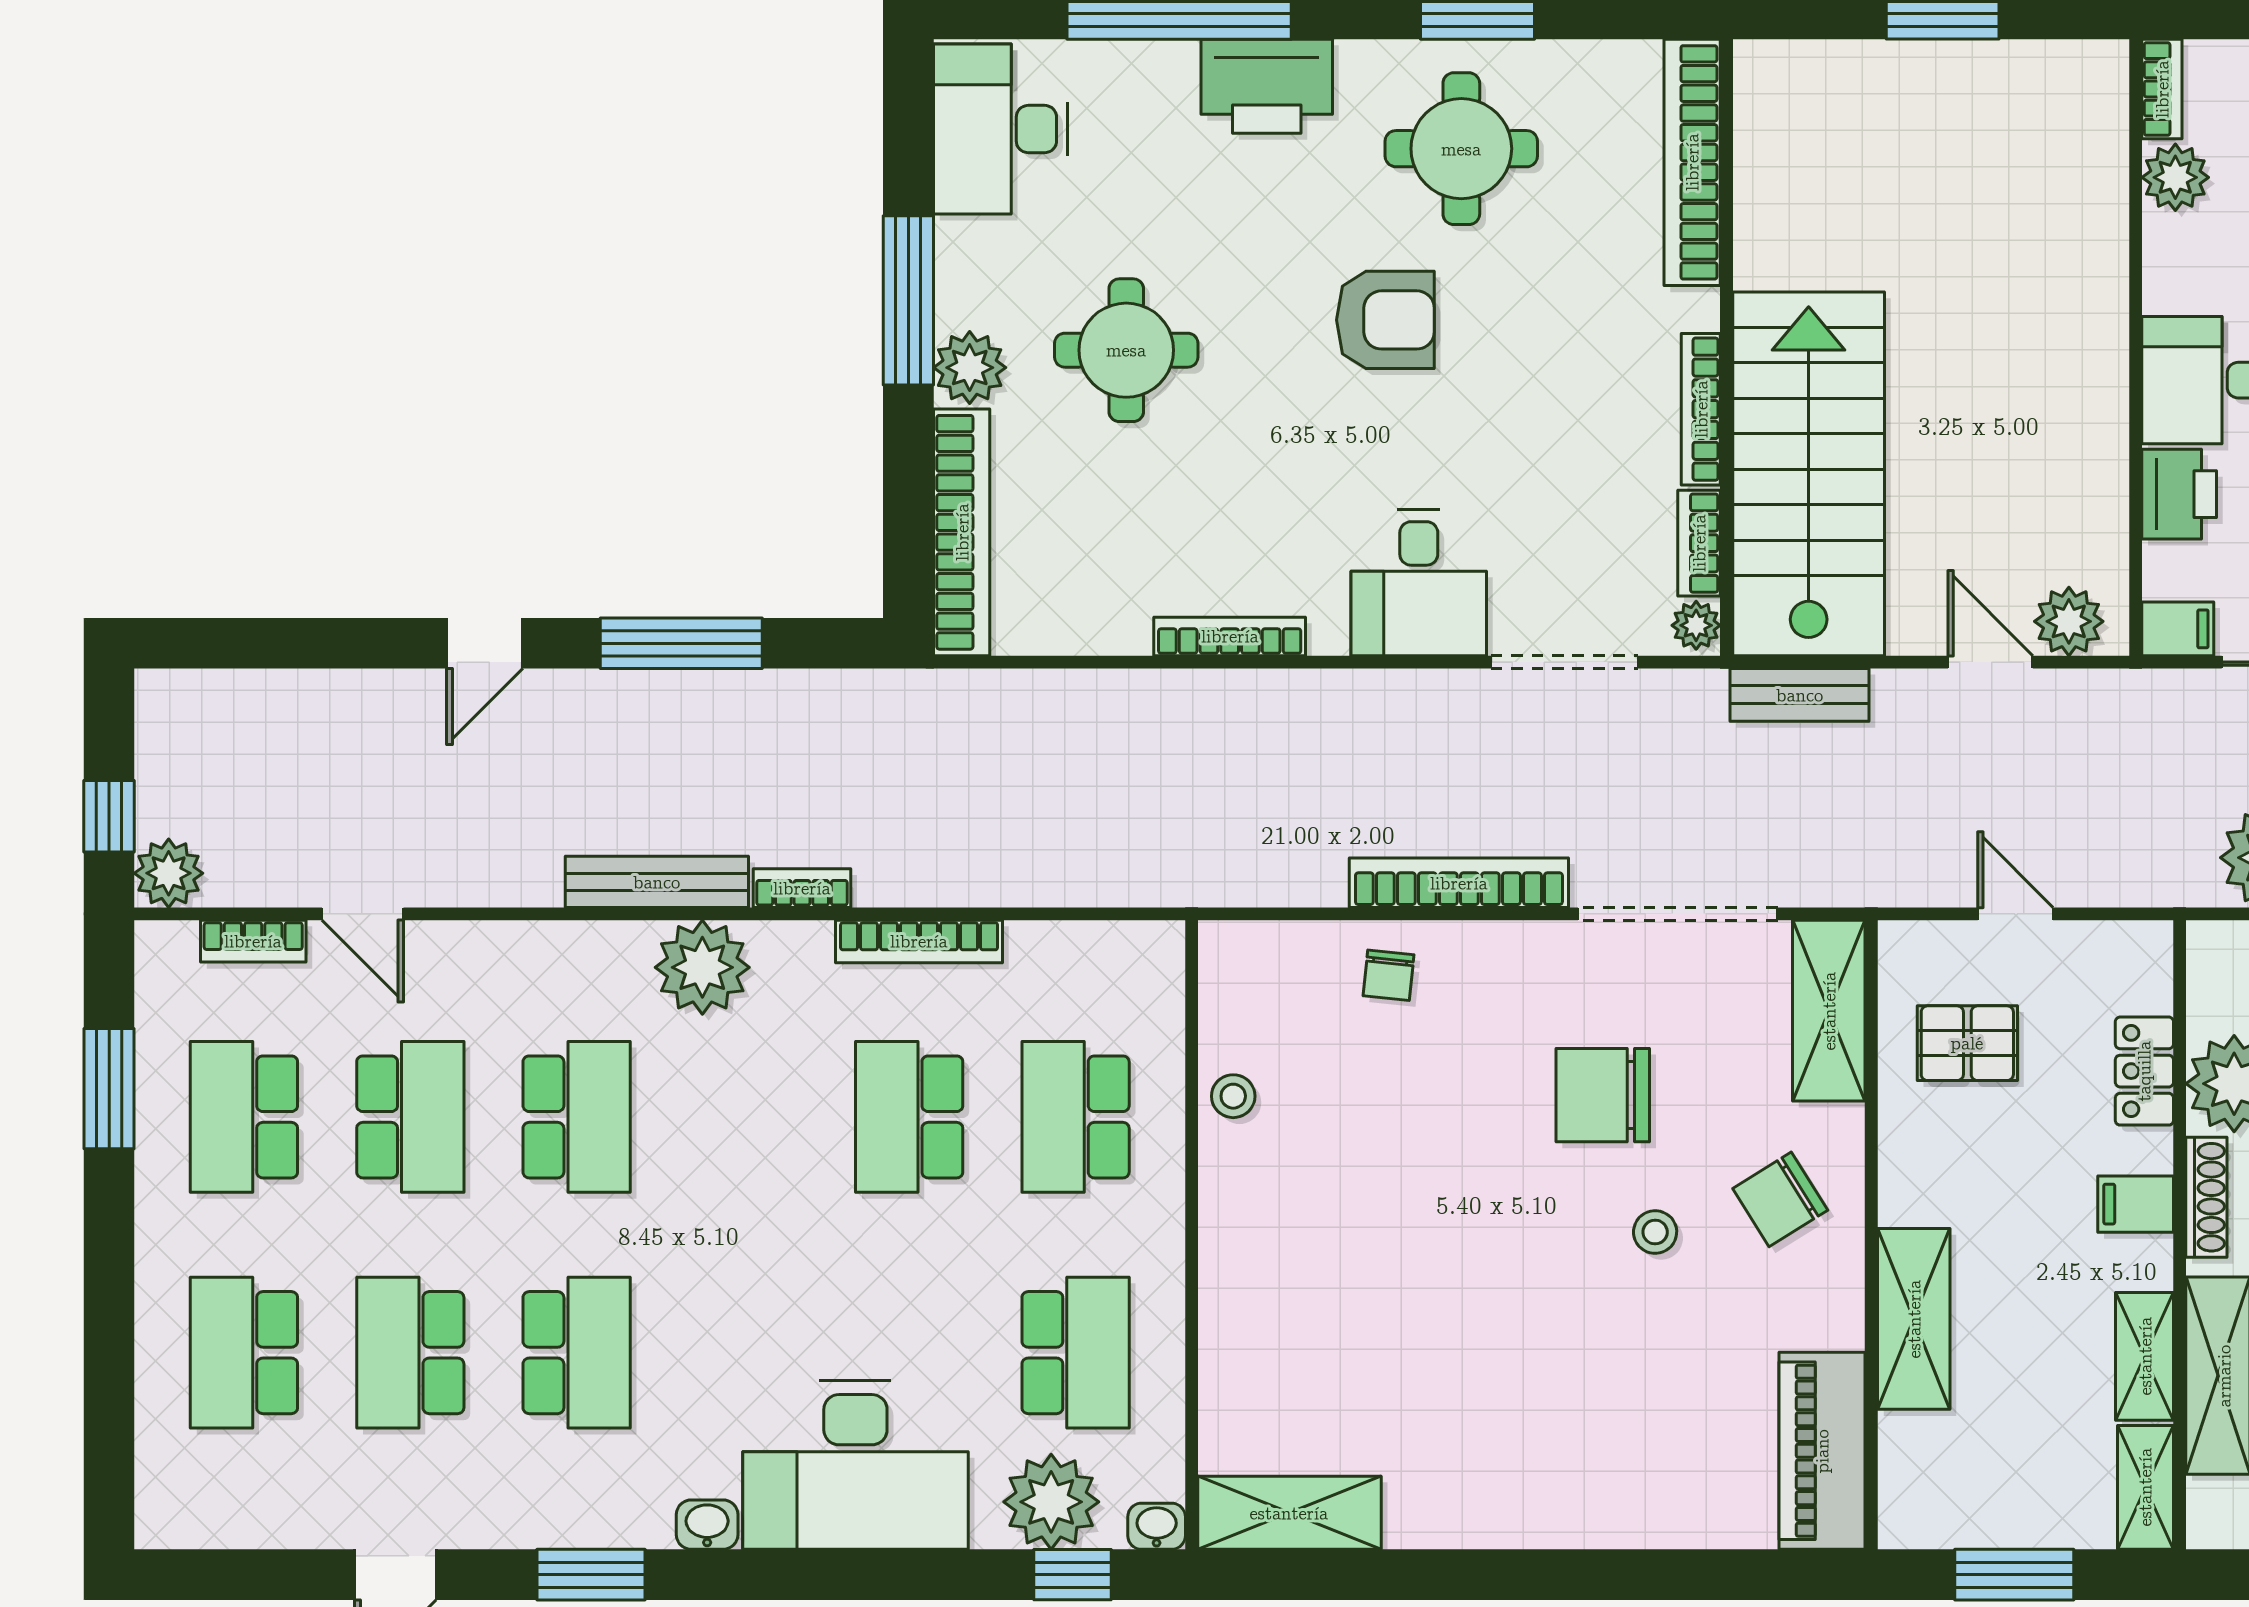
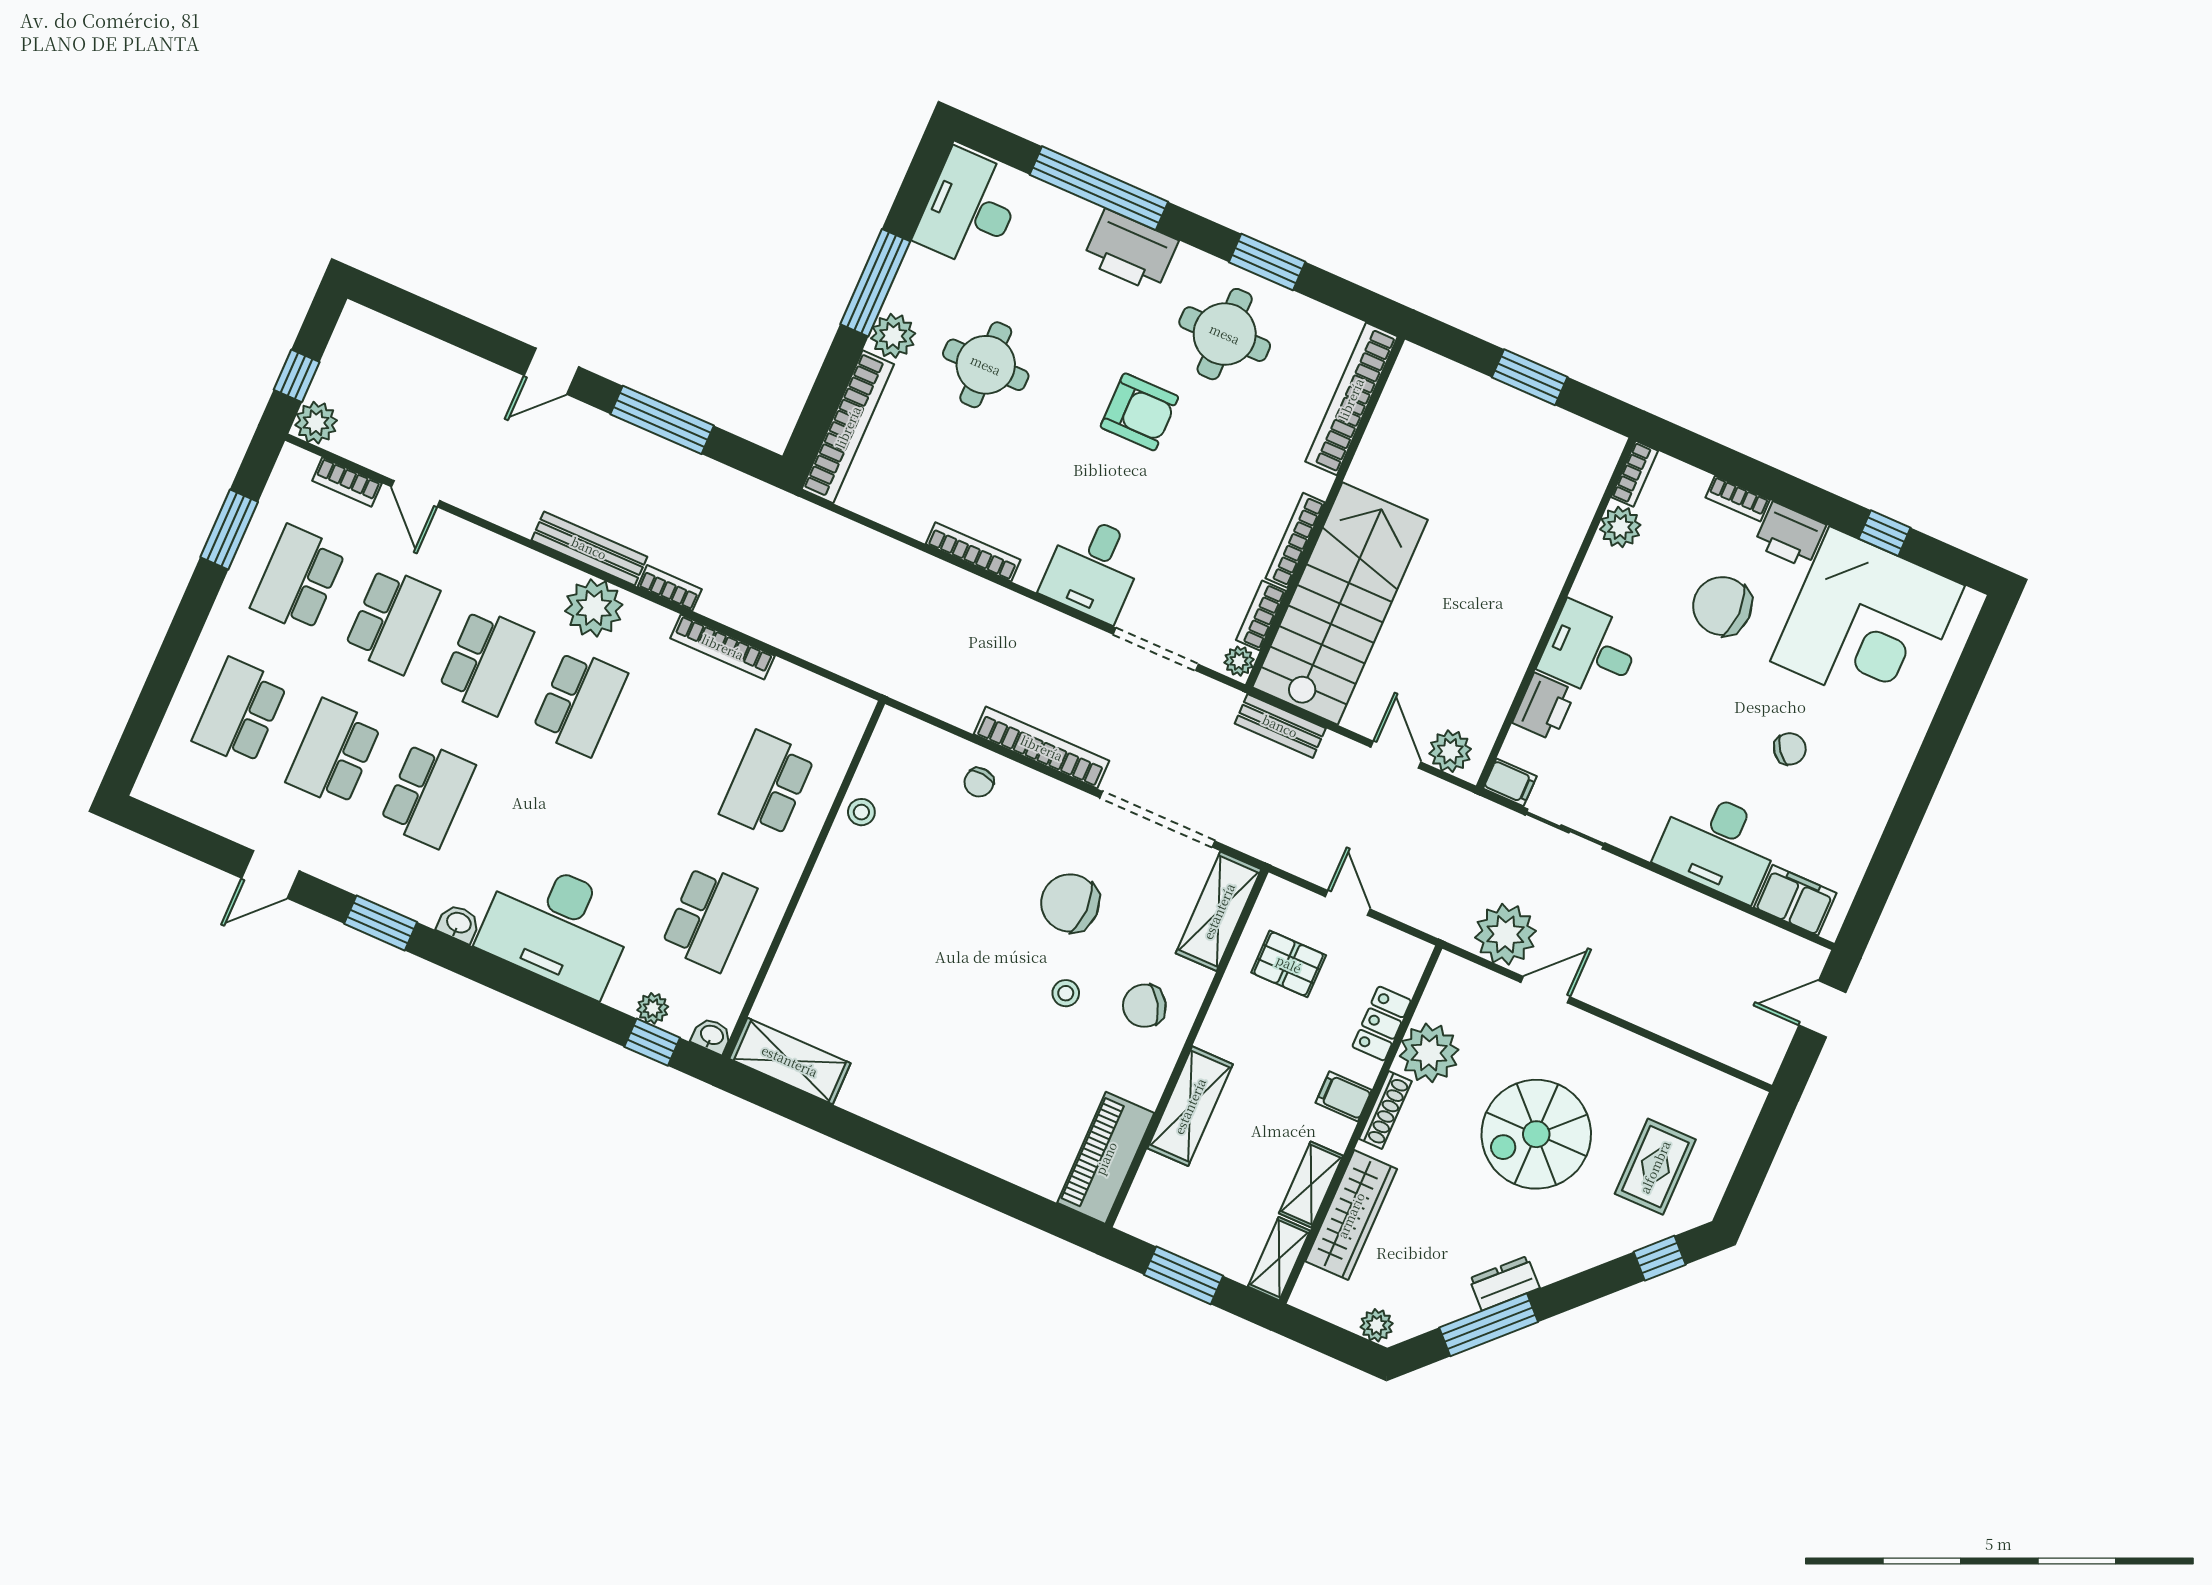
school desk: (909, 1117) -> (580, 702), moved, turned 180
plant: (1051, 1502) -> (653, 1008), width x0.53, depth x0.53

